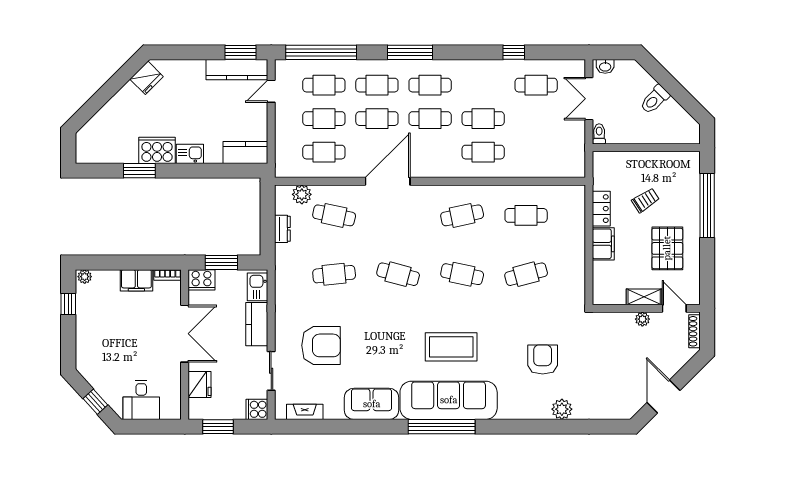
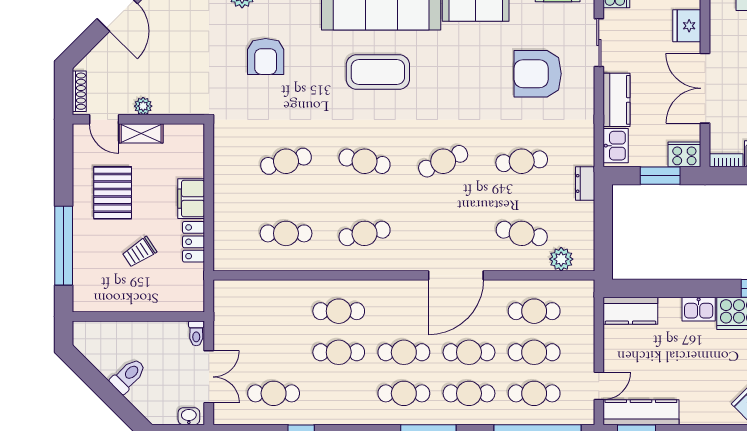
dresser: (282, 229) -> (585, 183), moved
cafe table: (398, 274) -> (443, 161), turned -39

